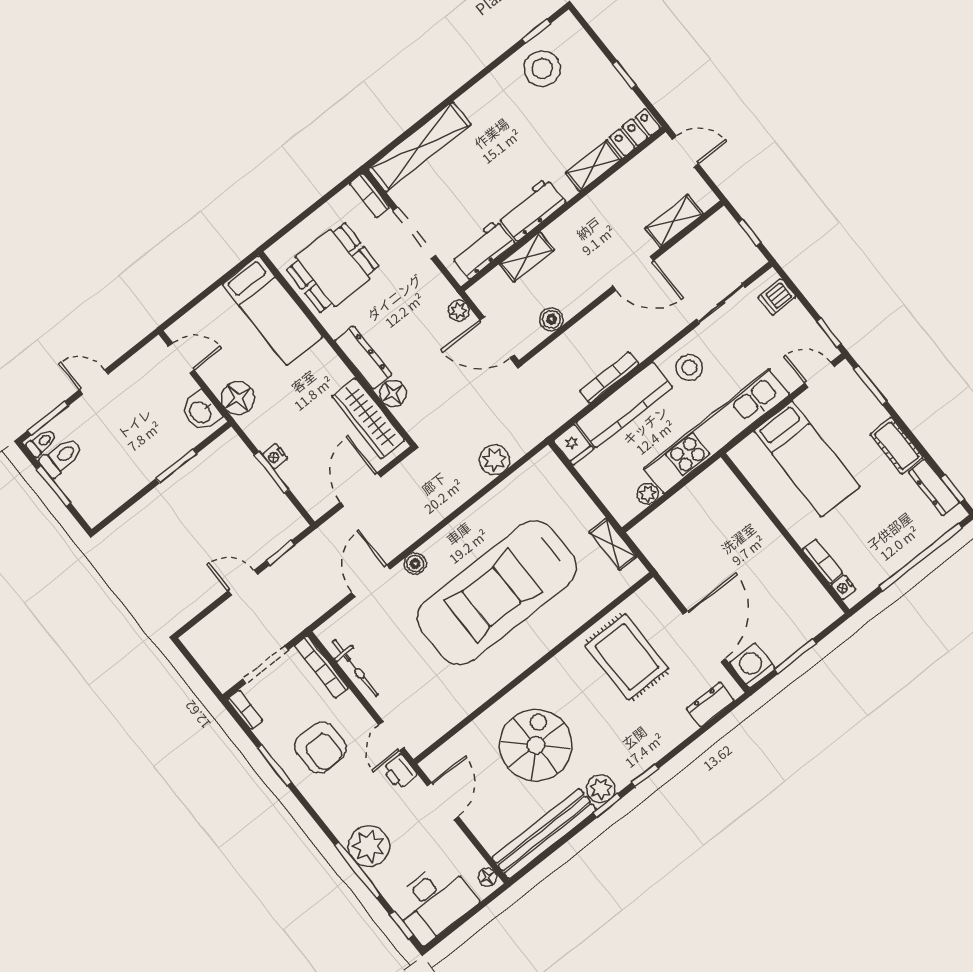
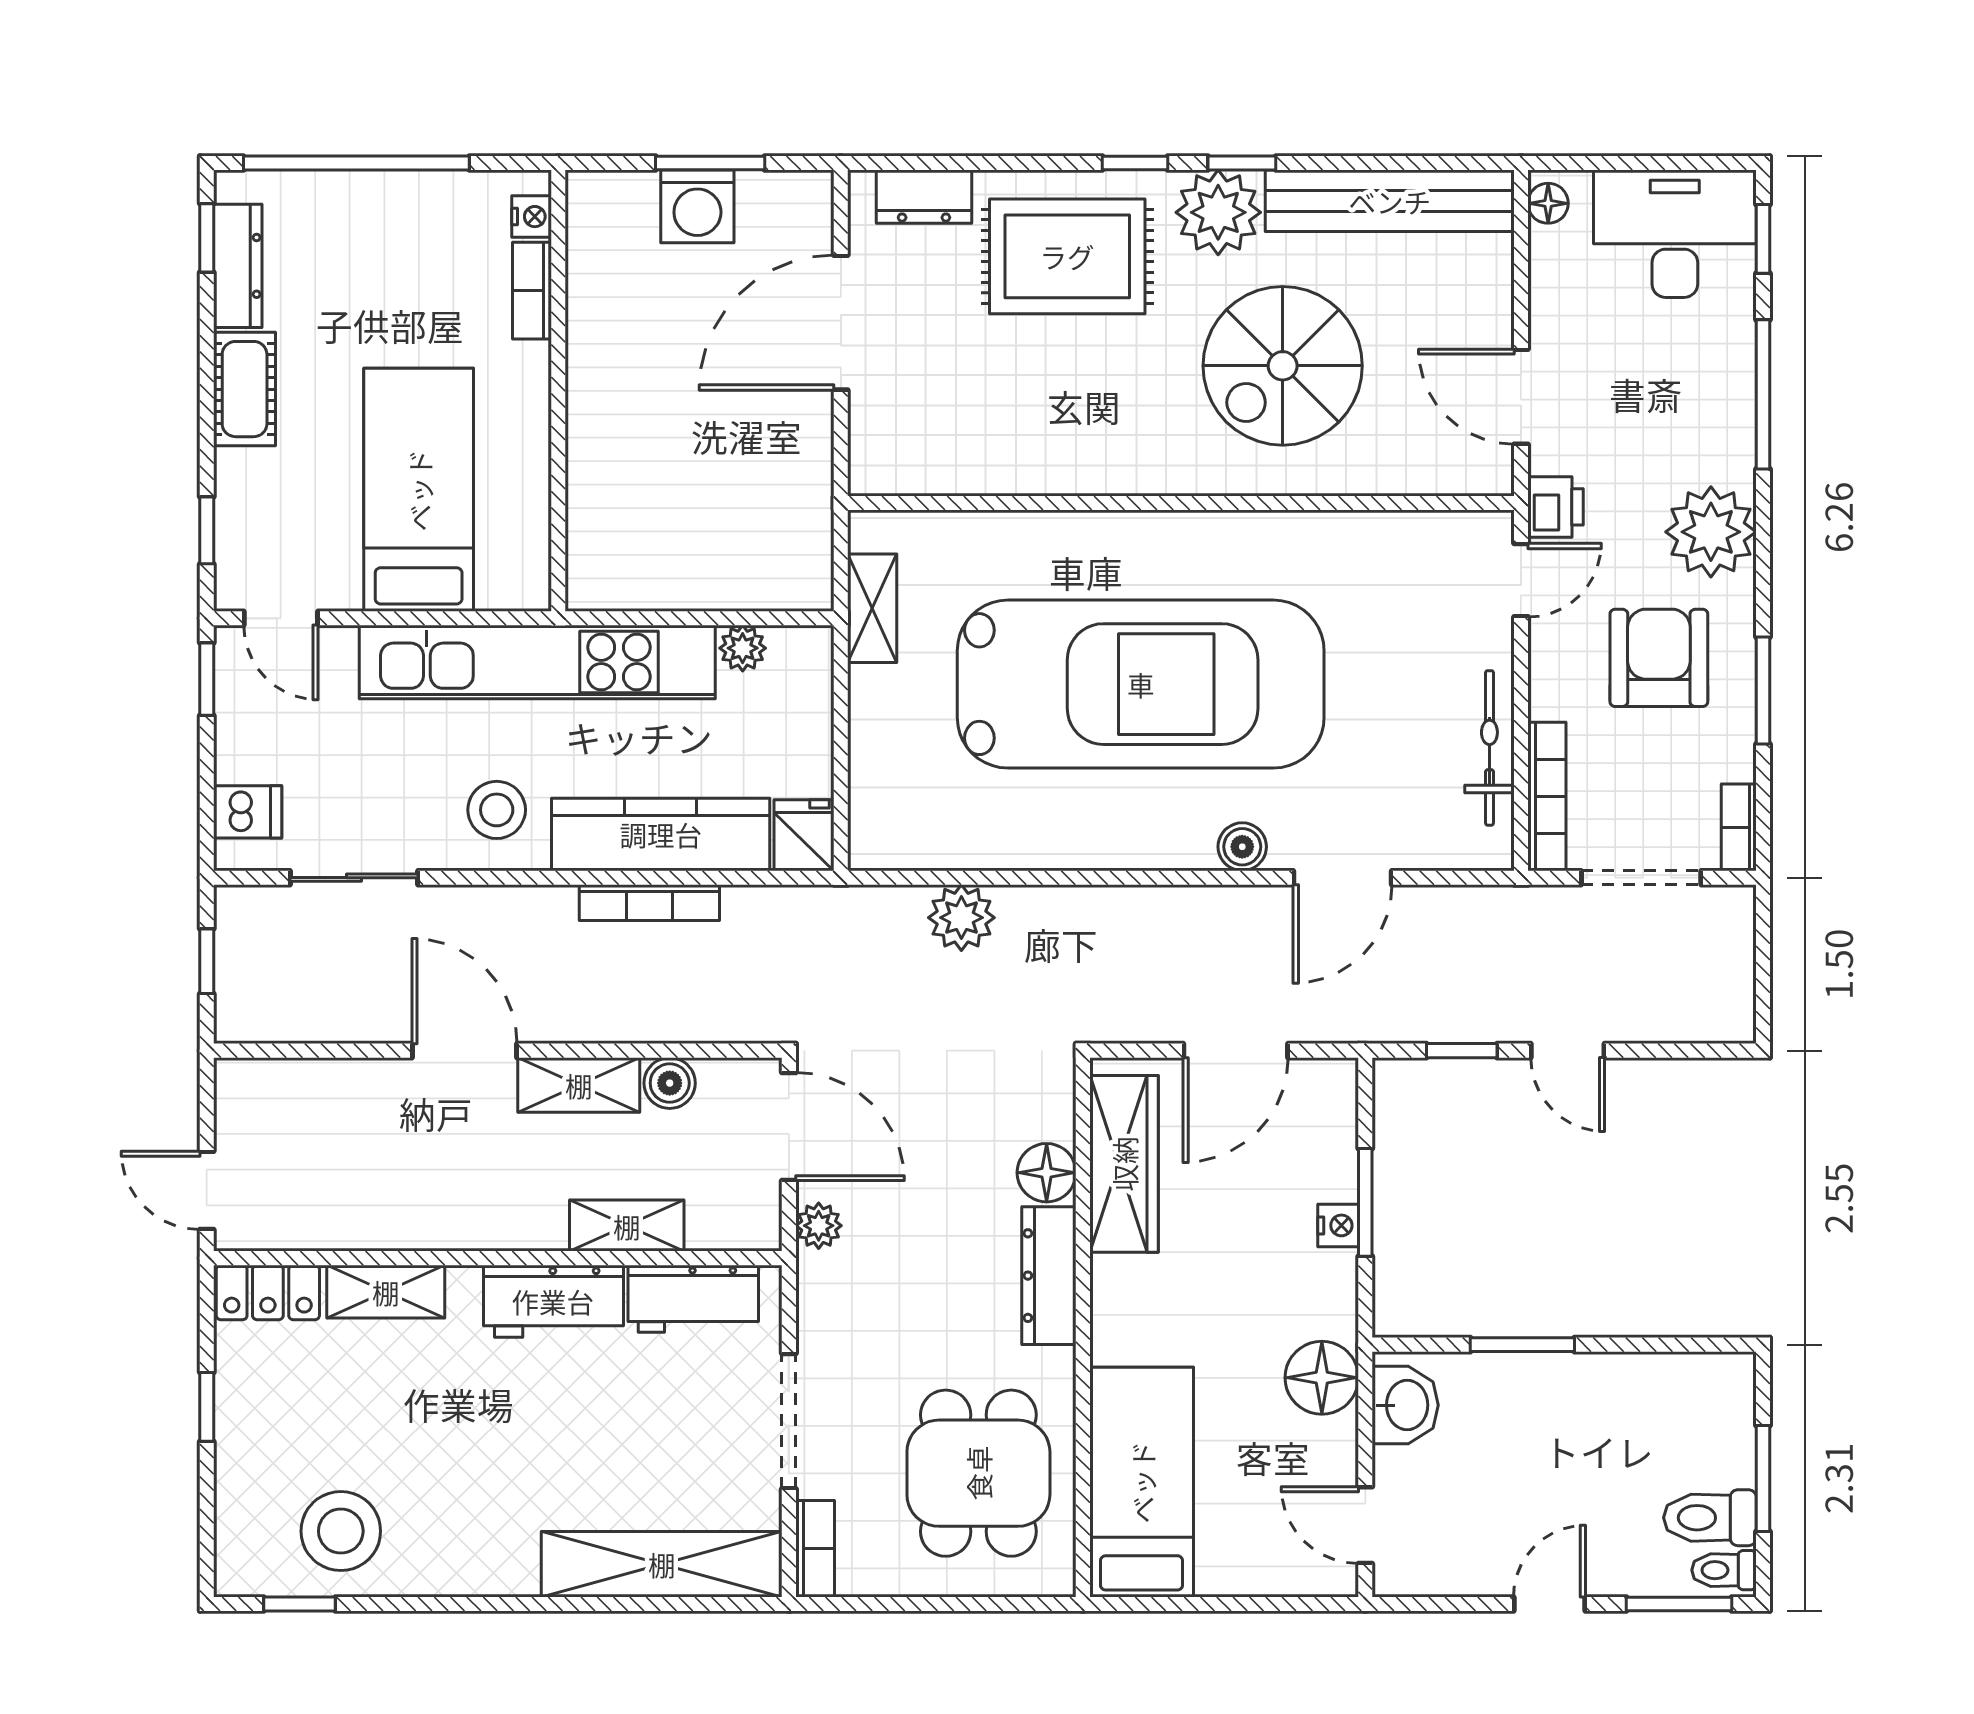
shelving: (674, 221) -> (579, 1085), moved
dining table: (333, 268) -> (978, 1473), turned 90
door: (94, 382) -> (1550, 1604), swing flipped
window: (870, 385) -> (207, 530), width x0.67
rug: (627, 657) -> (1067, 256), moved, turned 90
washing machine: (752, 666) -> (697, 206), moved
plant: (601, 789) -> (1218, 212), width x1.36, depth x1.36
door: (443, 801) -> (1521, 397), hinge flipped
plant: (369, 846) -> (1711, 532), moved

